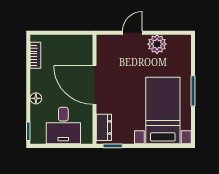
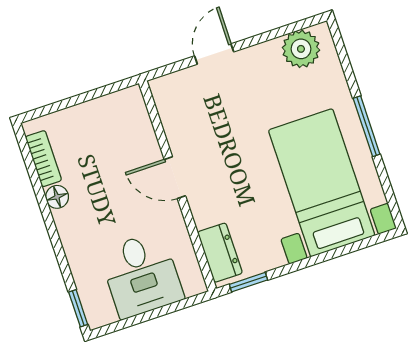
plant: (157, 44) -> (301, 49), moved
door: (94, 85) -> (175, 178), width x0.53
floor lamp: (36, 98) -> (57, 197), moved

